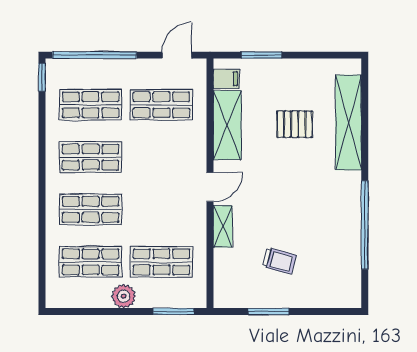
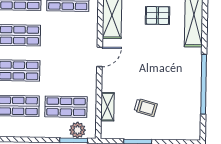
shelving: (223, 226) -> (107, 107), moved
plant: (124, 296) -> (77, 130), moved

